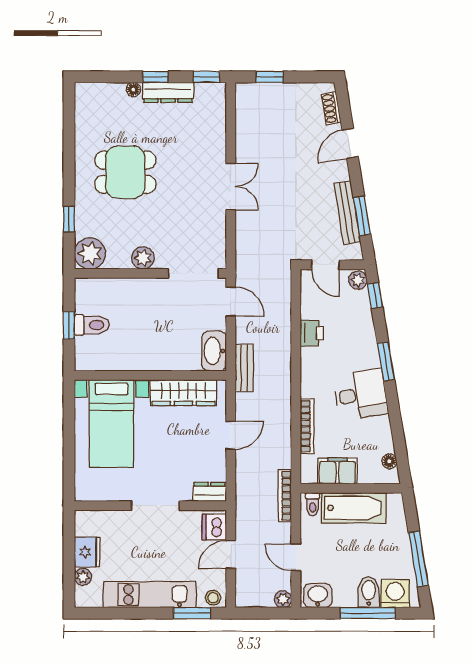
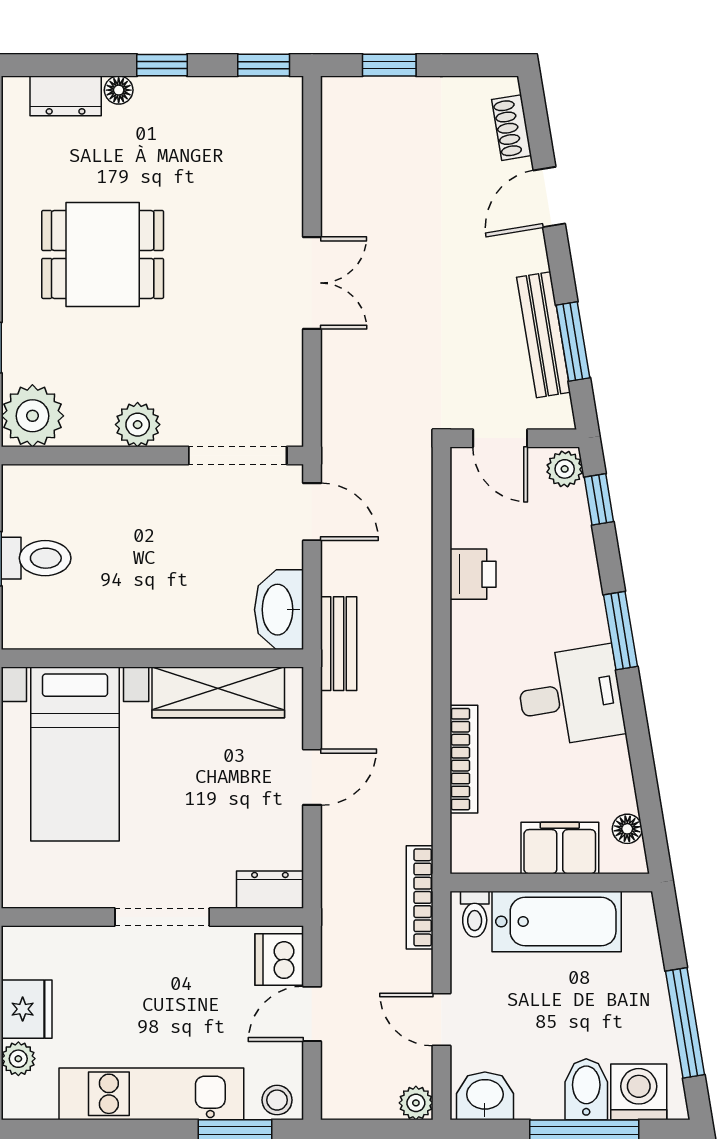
dresser: (168, 92) -> (66, 96), moved, width x0.70
filing cabinet: (337, 471) -> (560, 848), moved

